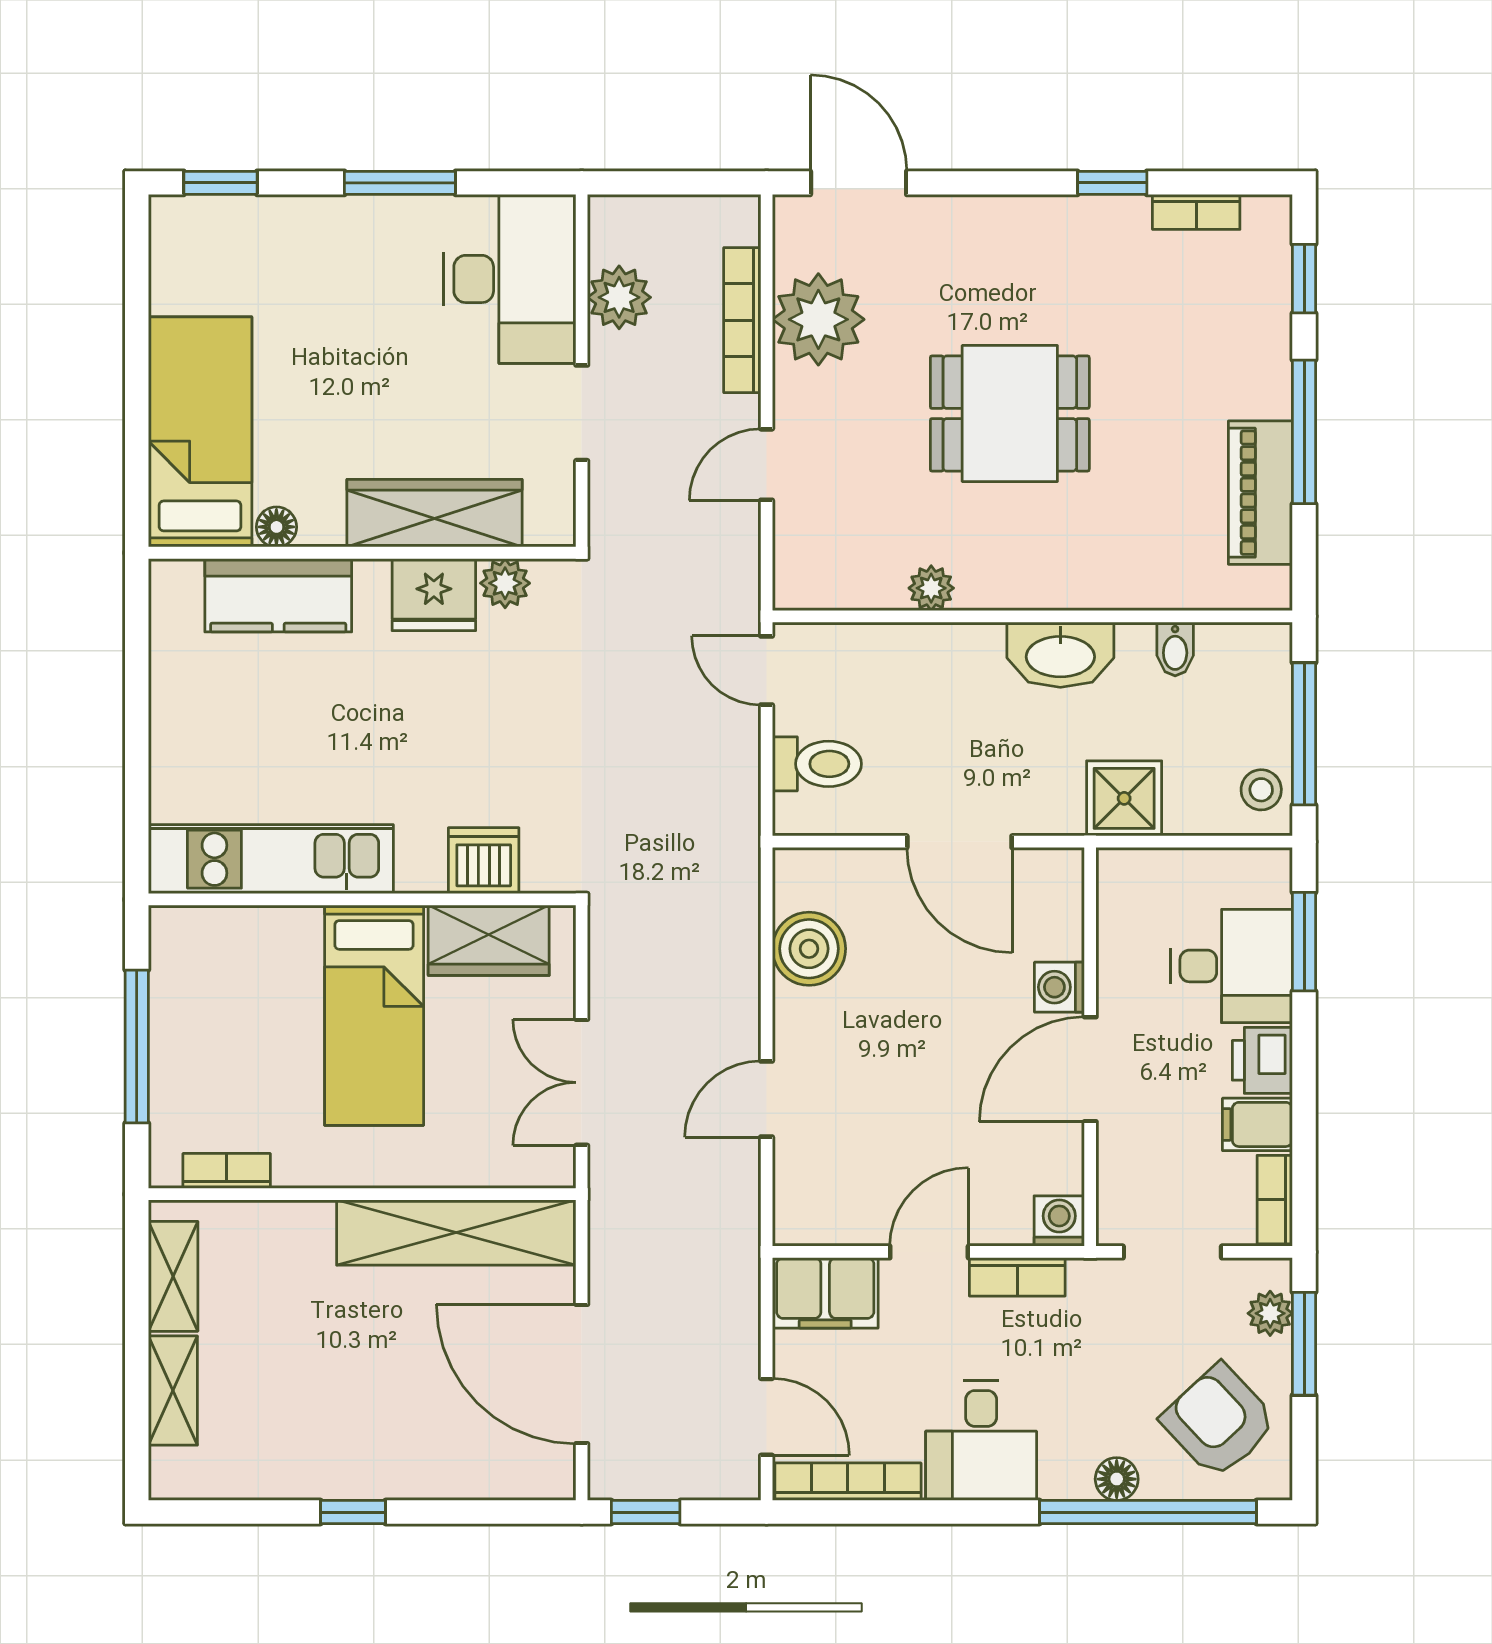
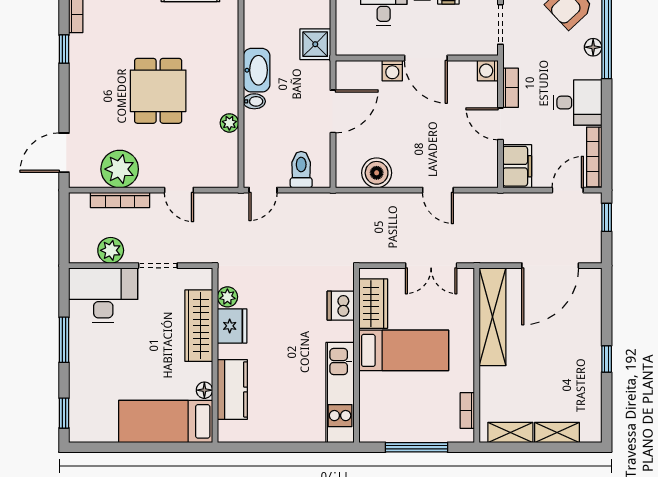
bidet: (1175, 649) -> (254, 101), moved
window: (646, 1512) -> (607, 217), moved

